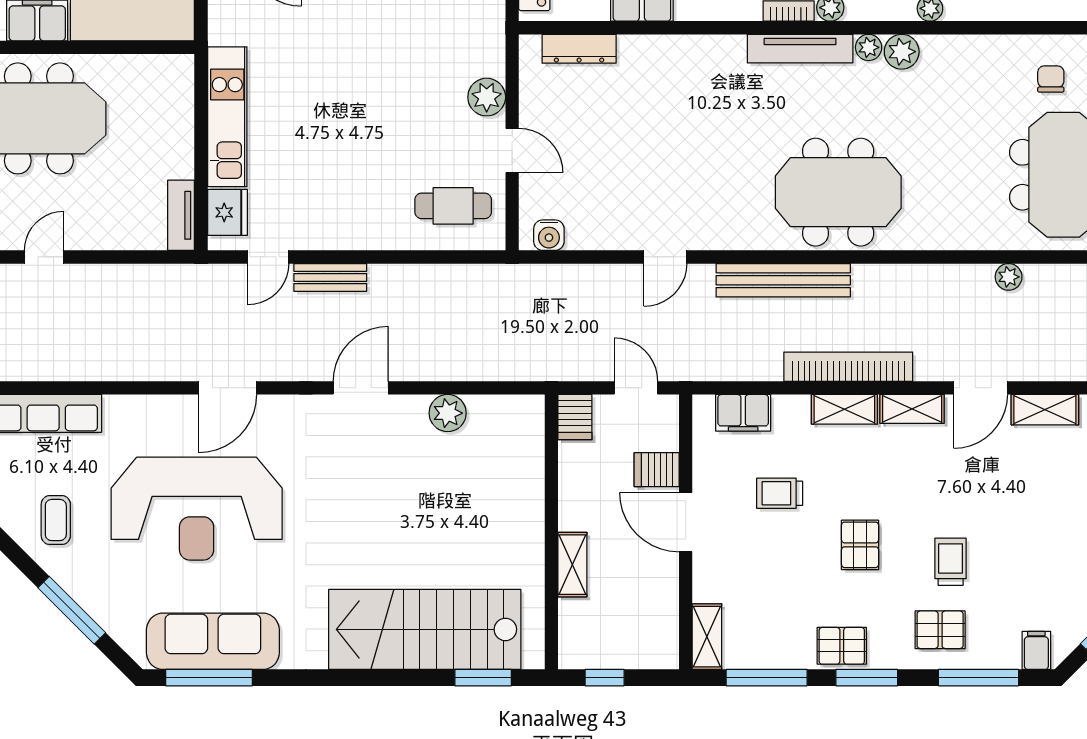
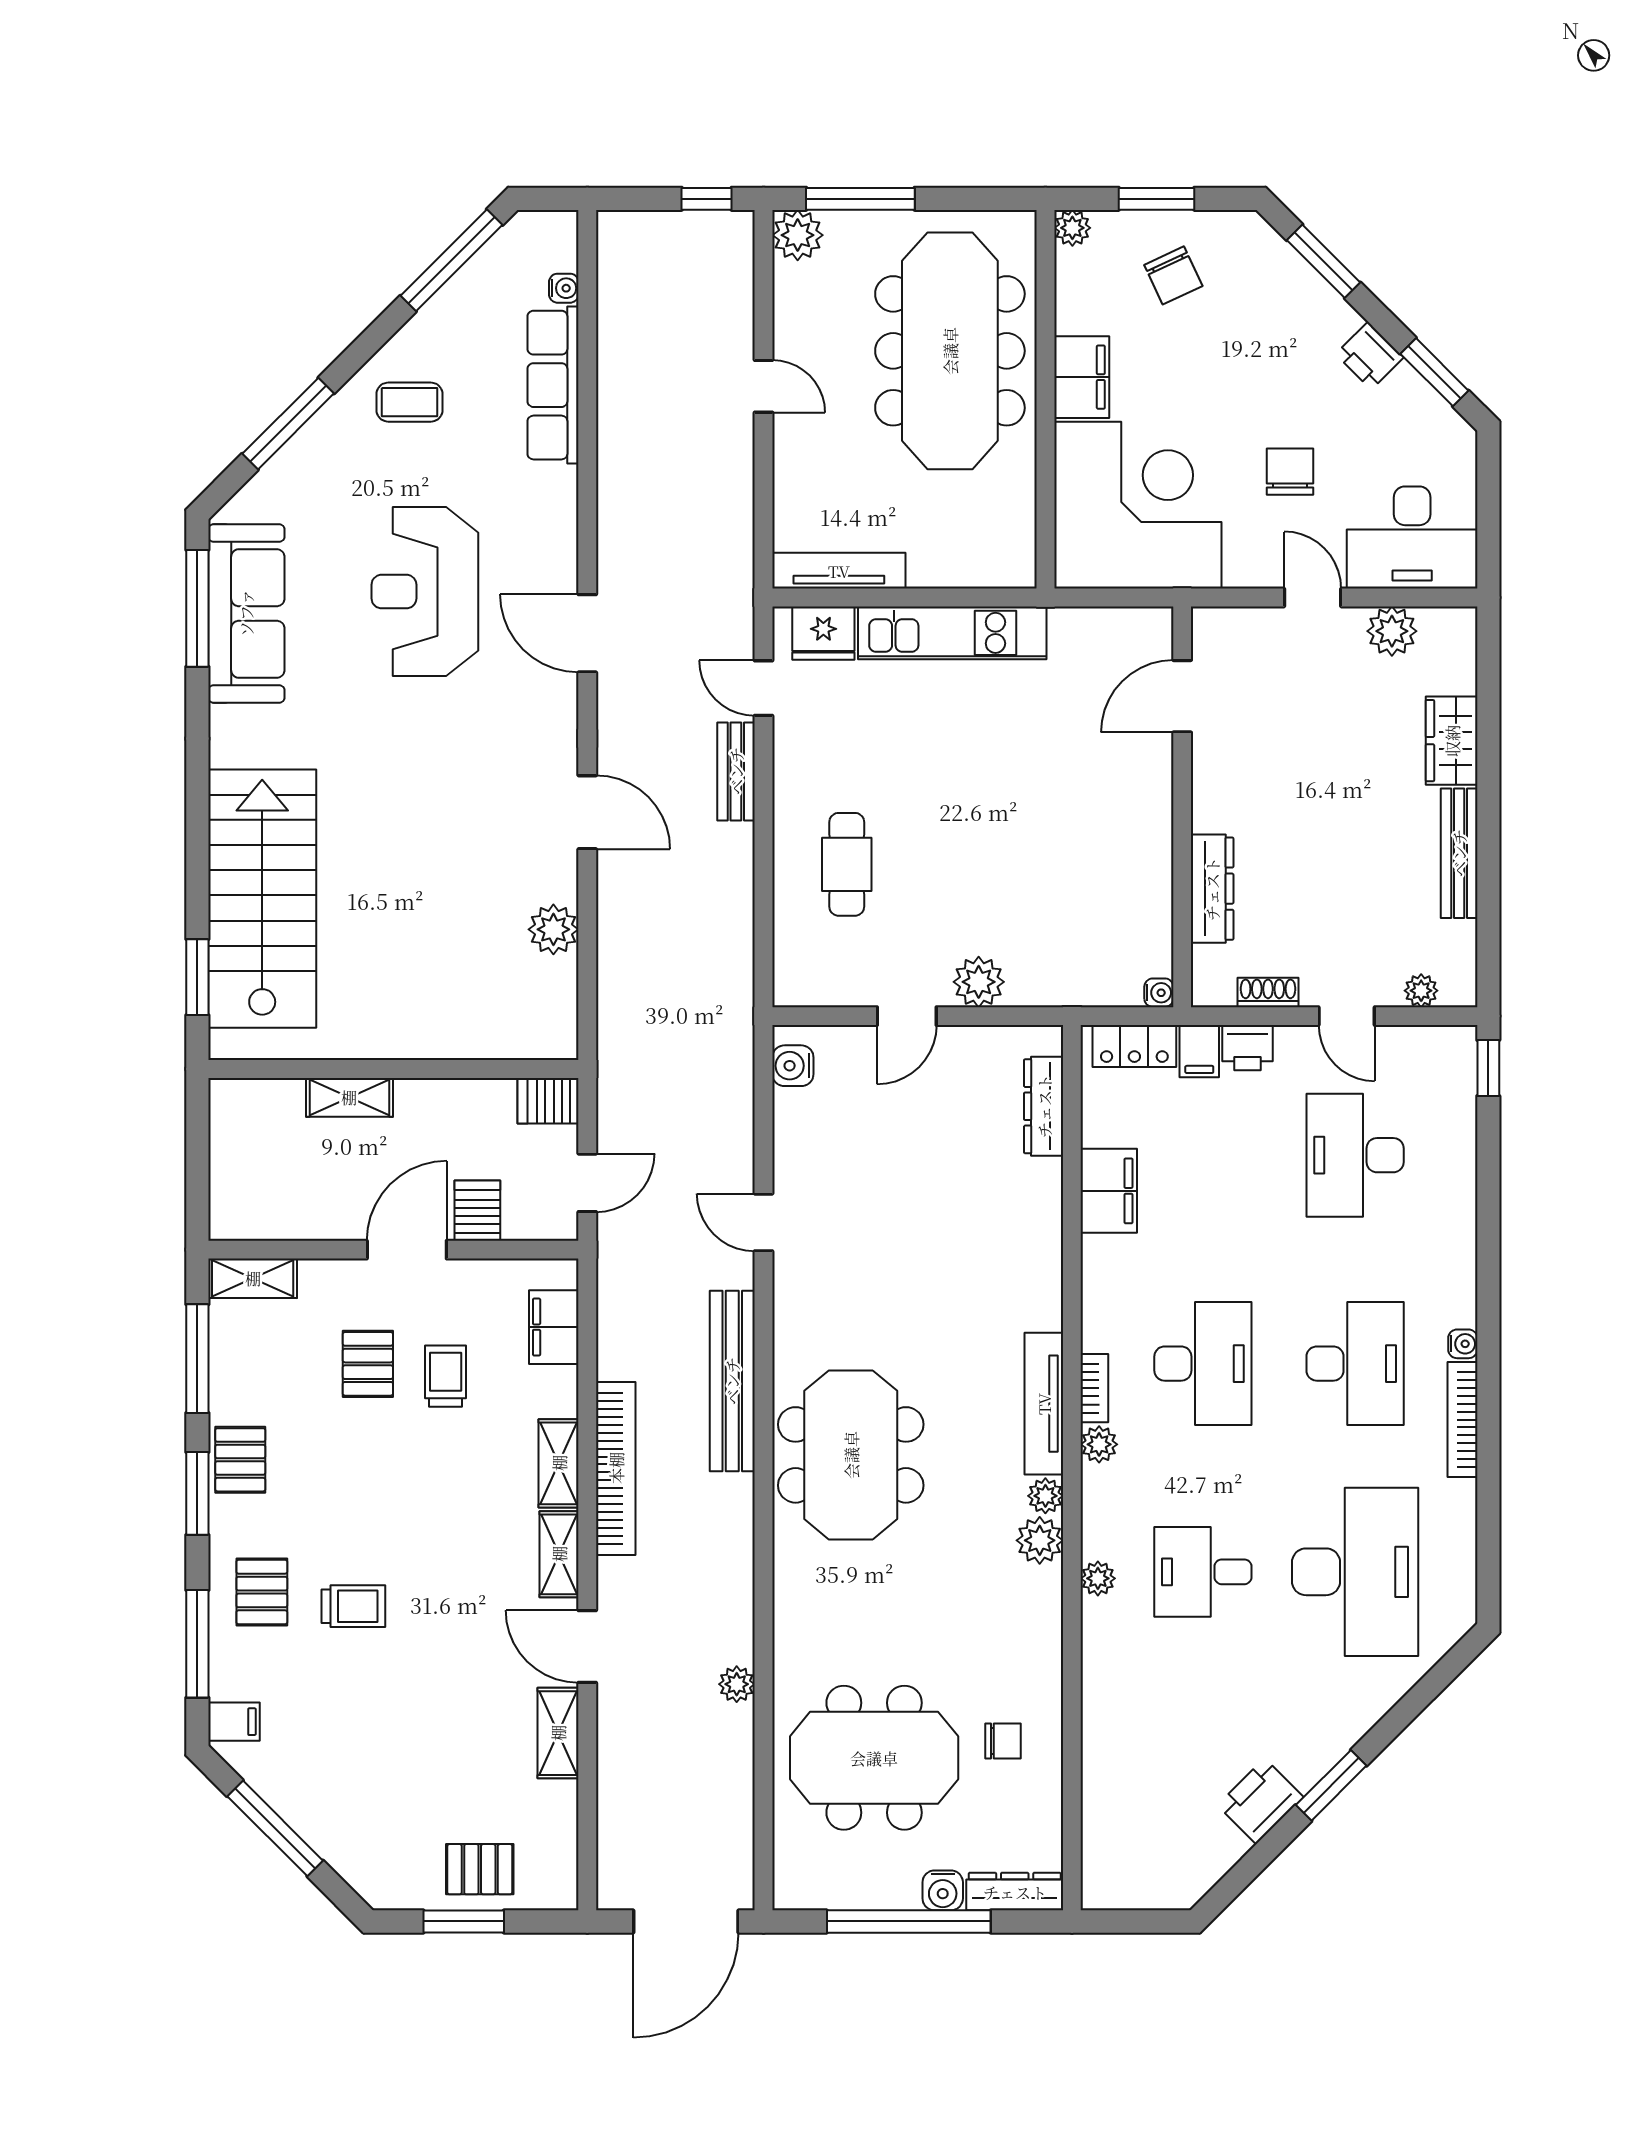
cafe table: (453, 206) -> (847, 864), moved
tv unit: (181, 215) -> (839, 571), width x1.41
reception desk: (197, 509) -> (425, 592), width x0.74, depth x0.77
pallet: (860, 545) -> (368, 1364), moved, turned 90
window: (605, 678) -> (197, 1141), removed

